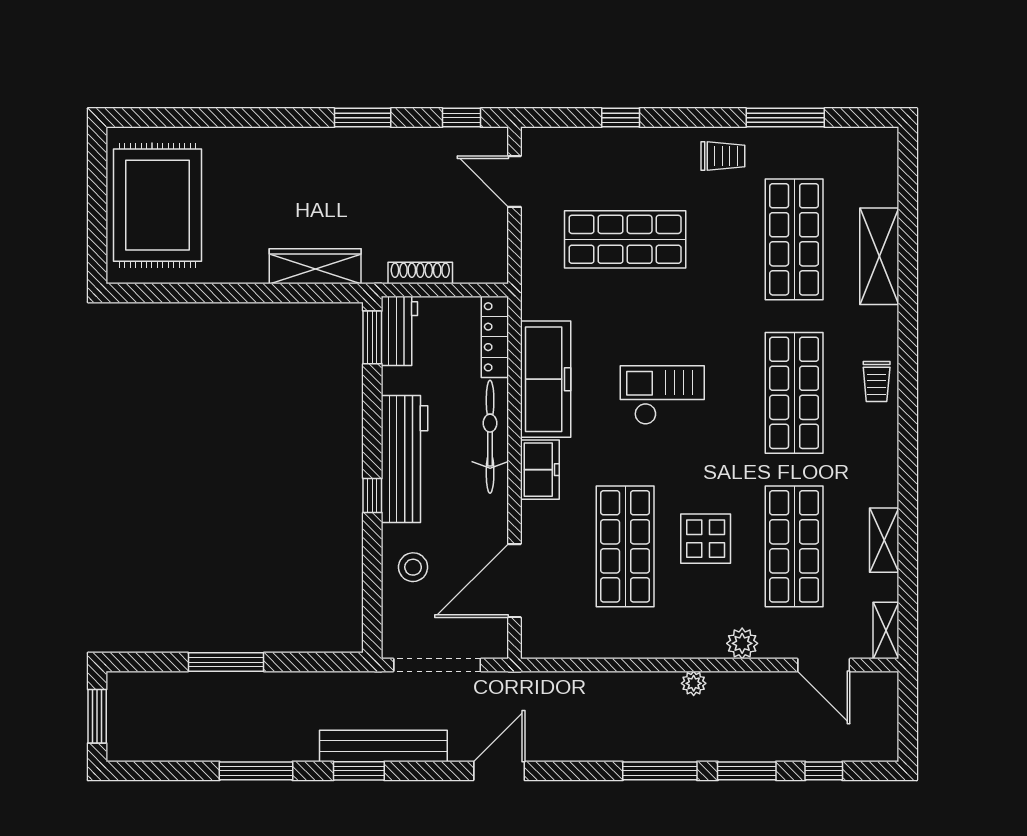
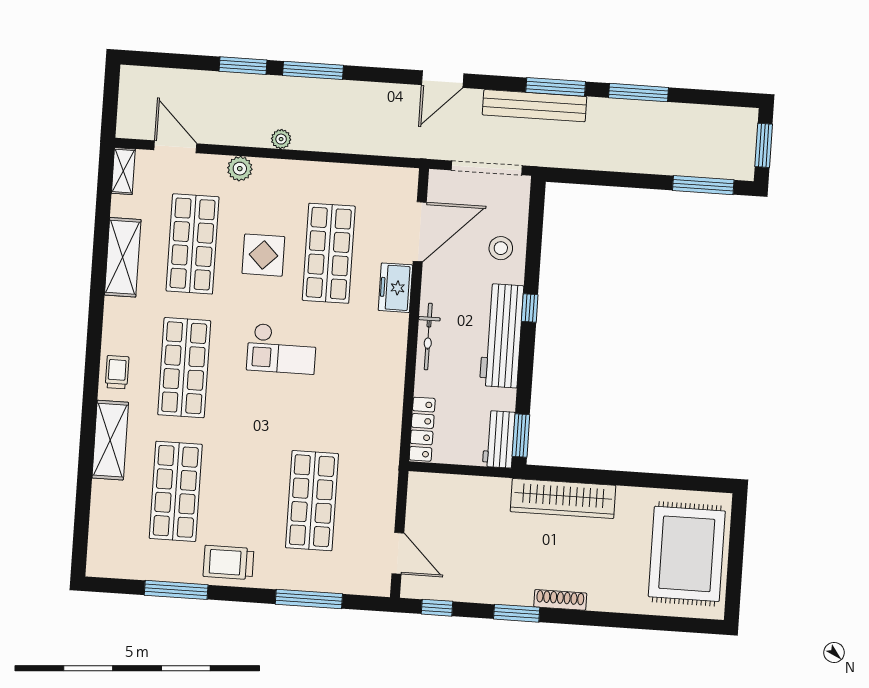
window: (621, 118) -> (309, 599), width x2.17
trolley: (723, 156) -> (229, 562), width x1.36, depth x1.39
shop shelf: (625, 239) -> (312, 501), turned 90
shelving: (879, 256) -> (110, 440), moved
wardrobe: (315, 266) -> (563, 498), width x1.40, depth x1.17
shoe rack: (420, 273) -> (560, 600), moved, turned 180
freezer: (546, 379) -> (384, 392), removed
checkout: (662, 395) -> (282, 349), moved
bicycle: (490, 437) -> (428, 336), width x0.73, depth x0.71
freezer: (540, 470) -> (395, 288), moved
shelving: (884, 540) -> (123, 257), width x1.50, depth x1.33
window: (226, 662) -> (703, 185), moved
window: (359, 771) -> (556, 87), width x1.44
window: (824, 771) -> (181, 61), removed

